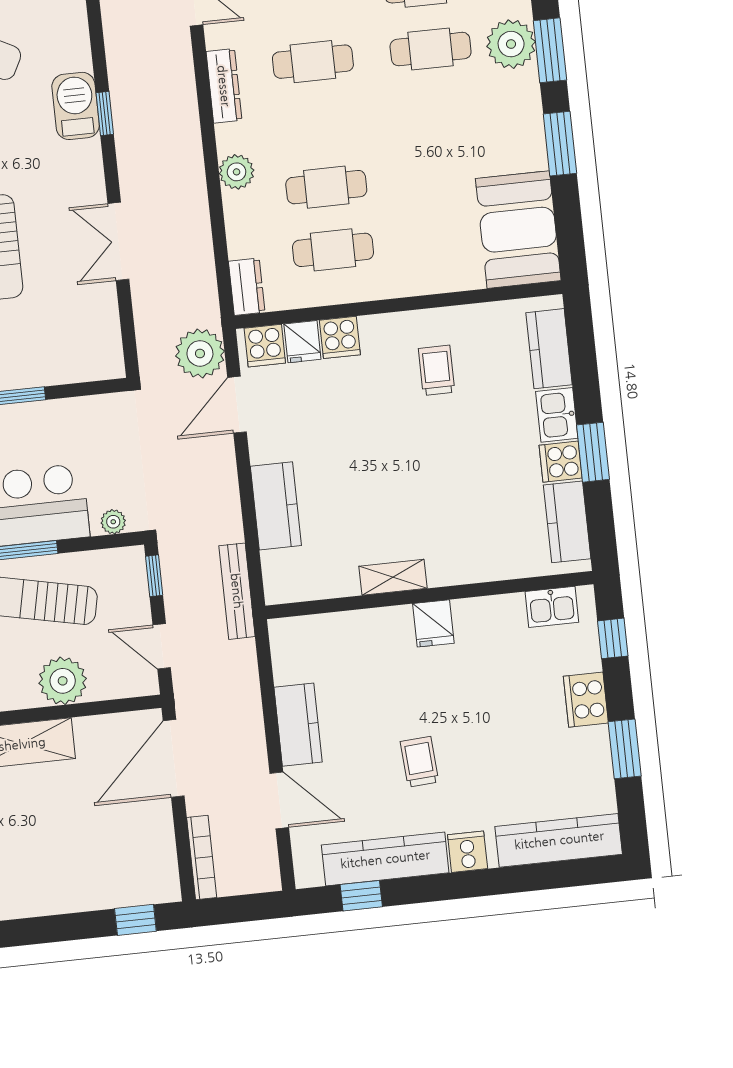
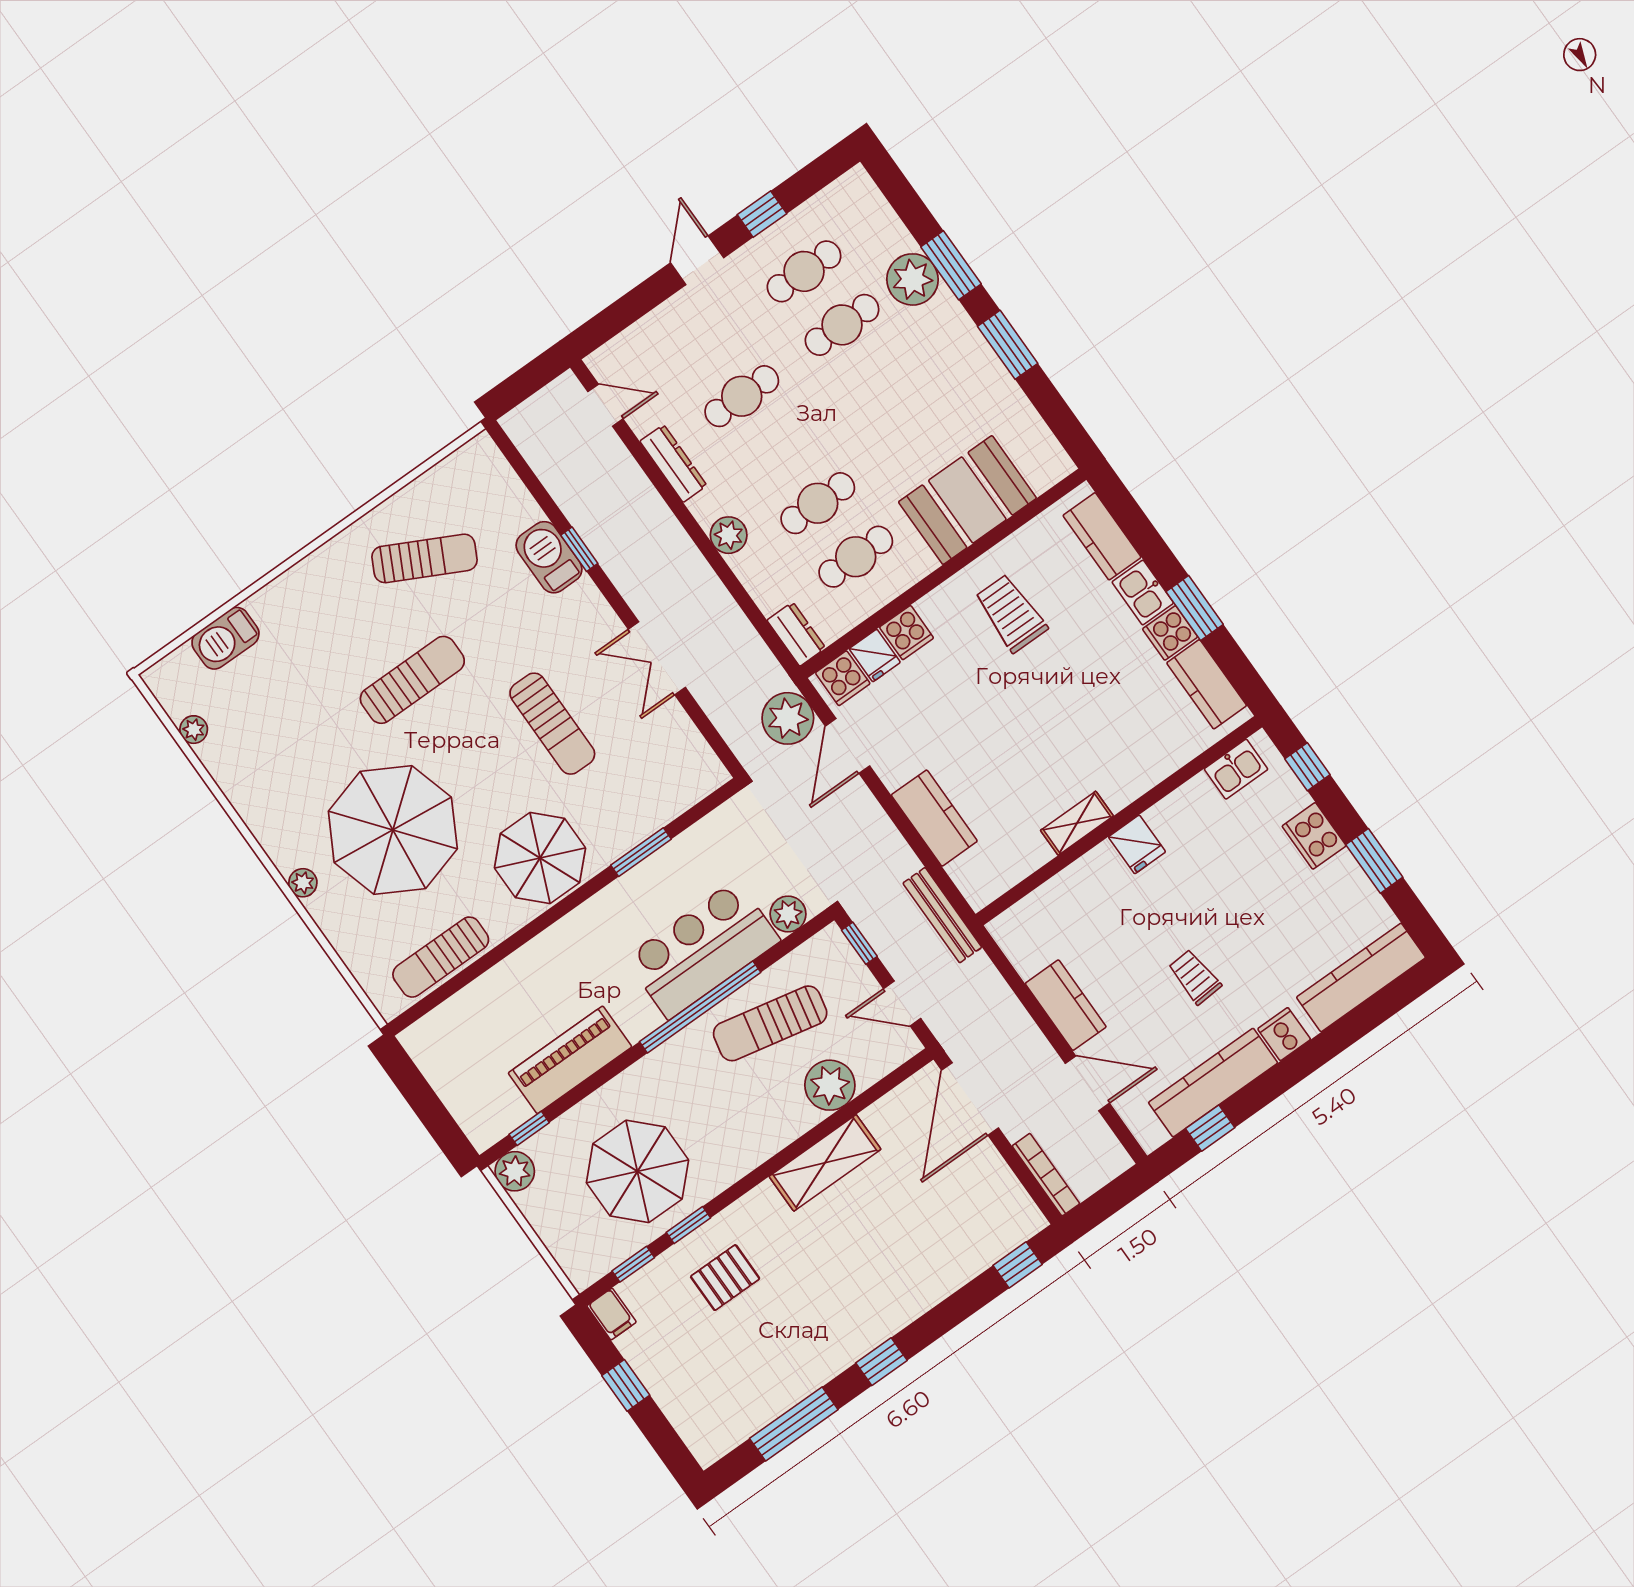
booth: (518, 230) -> (967, 500), moved, turned 90
trolley: (437, 370) -> (1011, 613), width x1.36, depth x1.39
plant: (113, 522) -> (788, 914), width x1.38, depth x1.38

